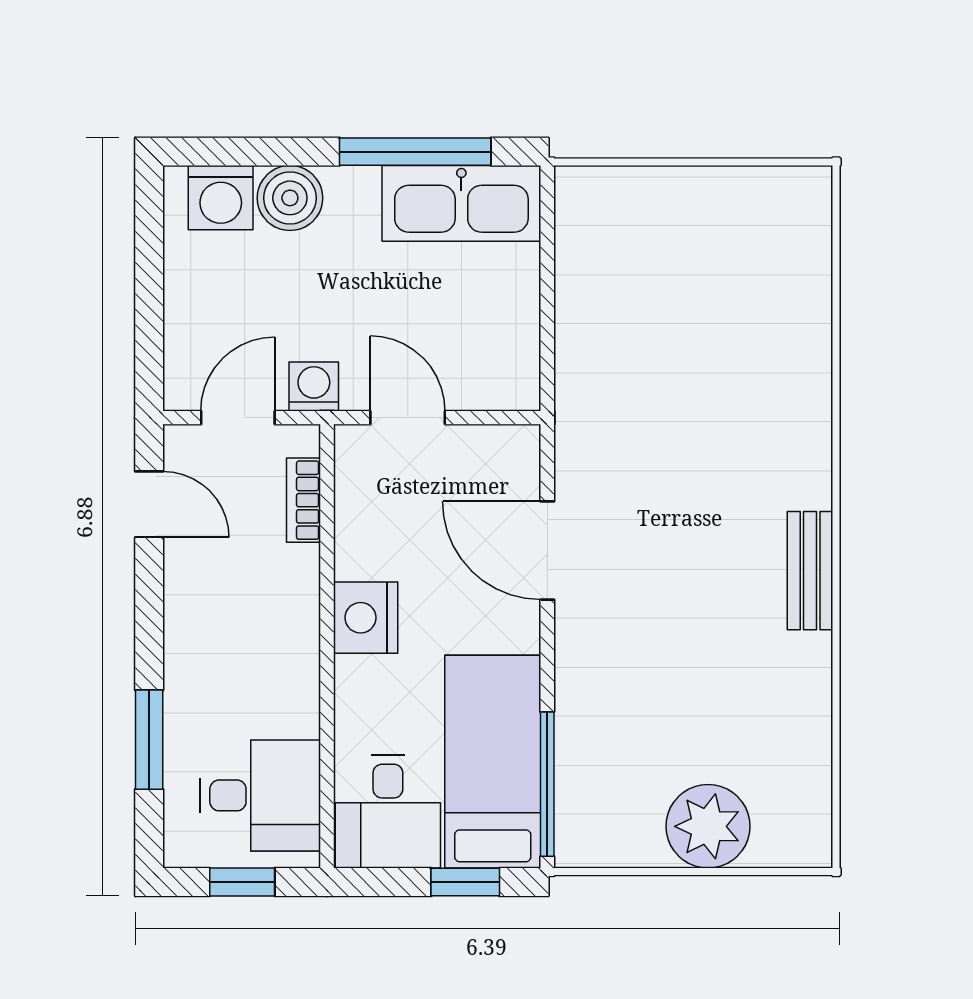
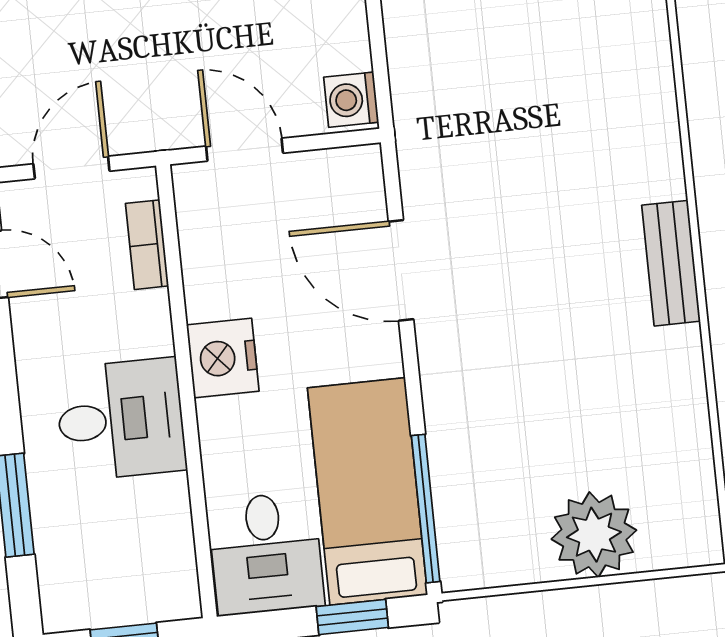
washing machine: (314, 386) -> (351, 100), moved, turned -90
desk: (260, 795) -> (121, 419), moved

